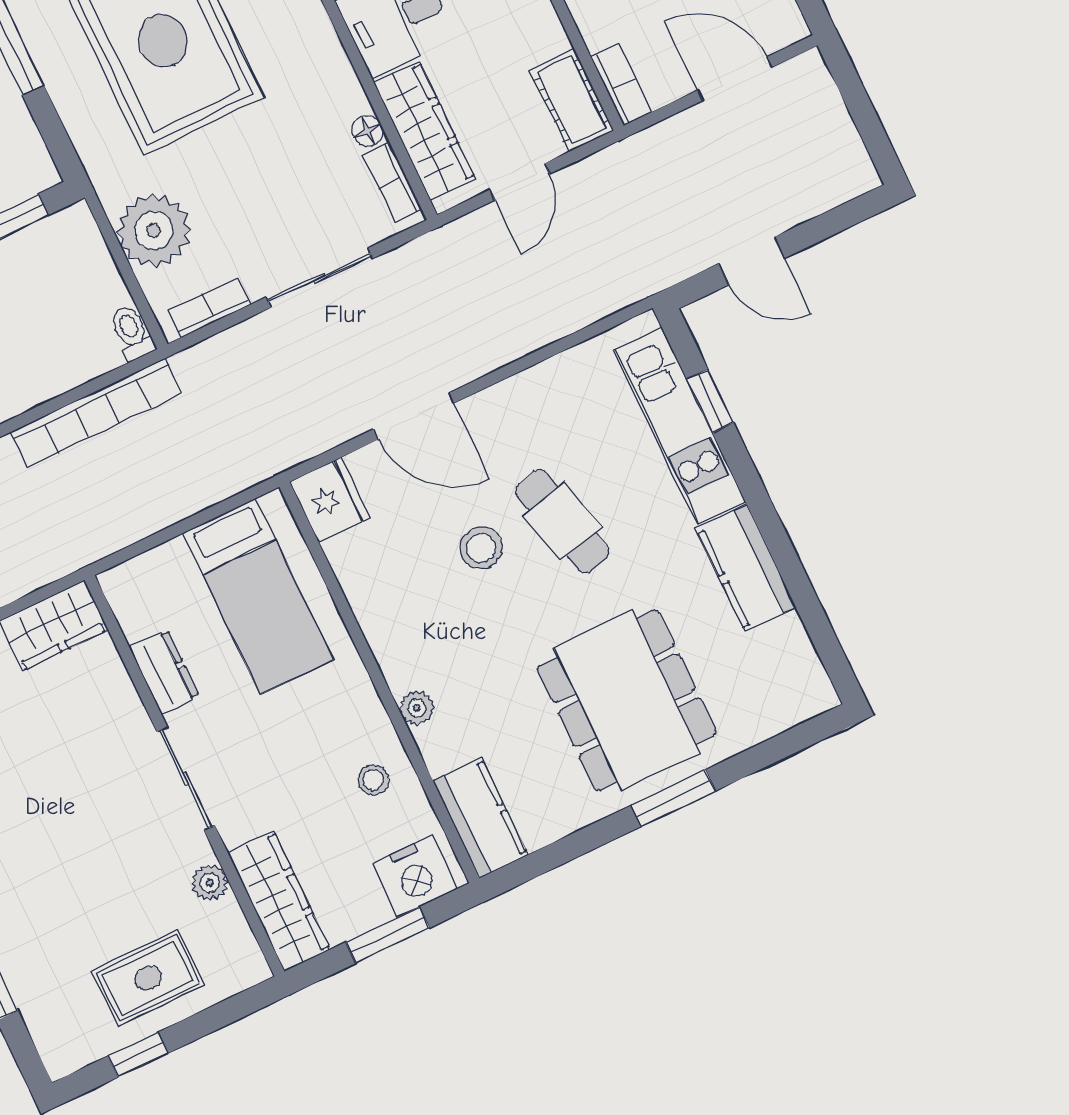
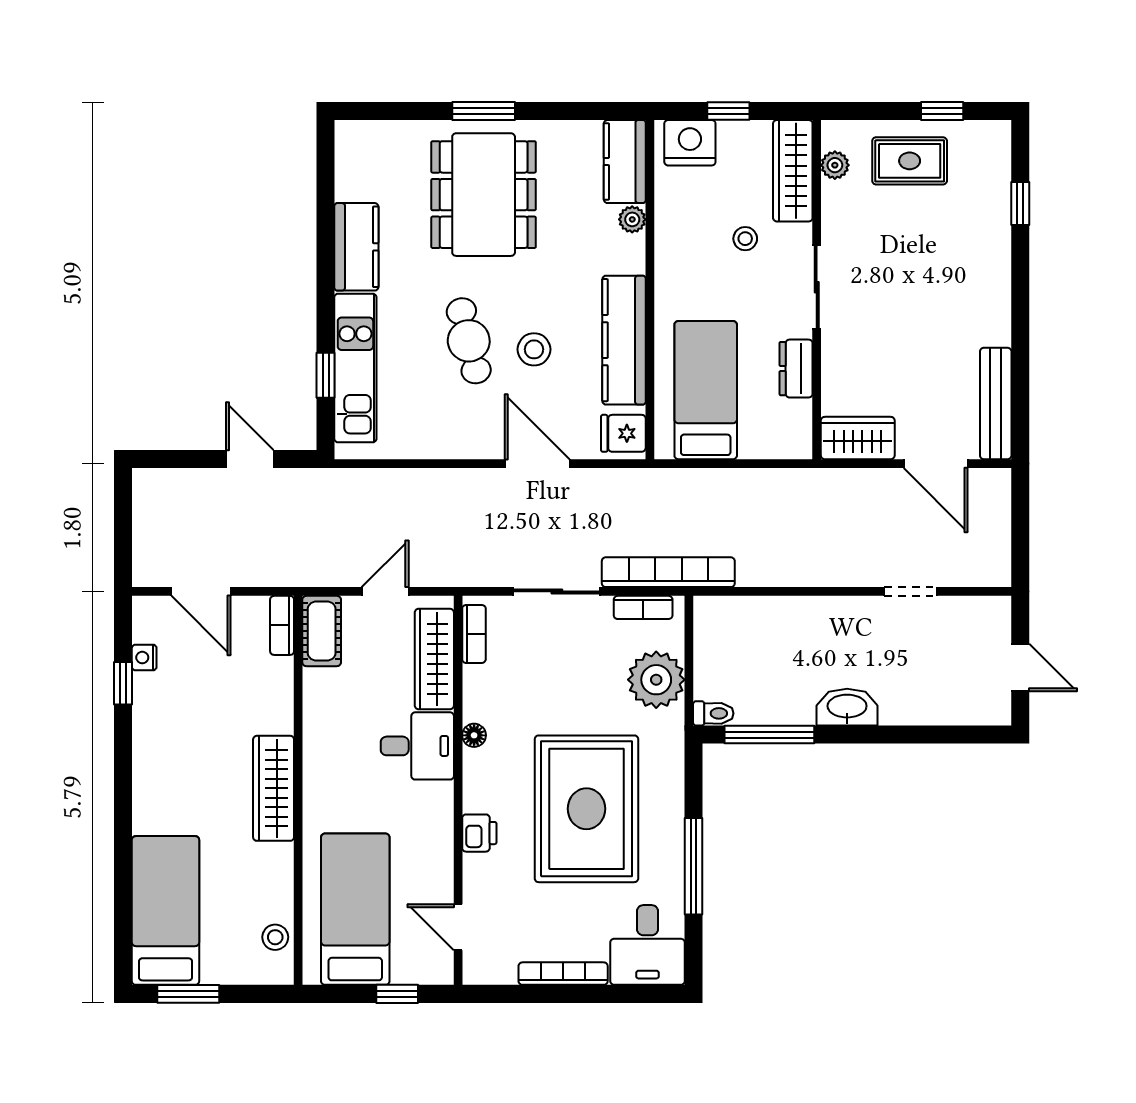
floor lamp: (368, 131) -> (474, 735), moved
toilet: (132, 333) -> (713, 713), moved, turned -90
bookcase: (96, 413) -> (668, 572), moved
fridge: (330, 500) -> (623, 433), width x0.72
kitchen counter: (381, 609) -> (624, 340), added
plant: (417, 708) -> (632, 219), moved
stool: (373, 780) -> (745, 239), moved
plant: (210, 883) -> (835, 165), moved
window: (388, 935) -> (728, 111), width x0.67

